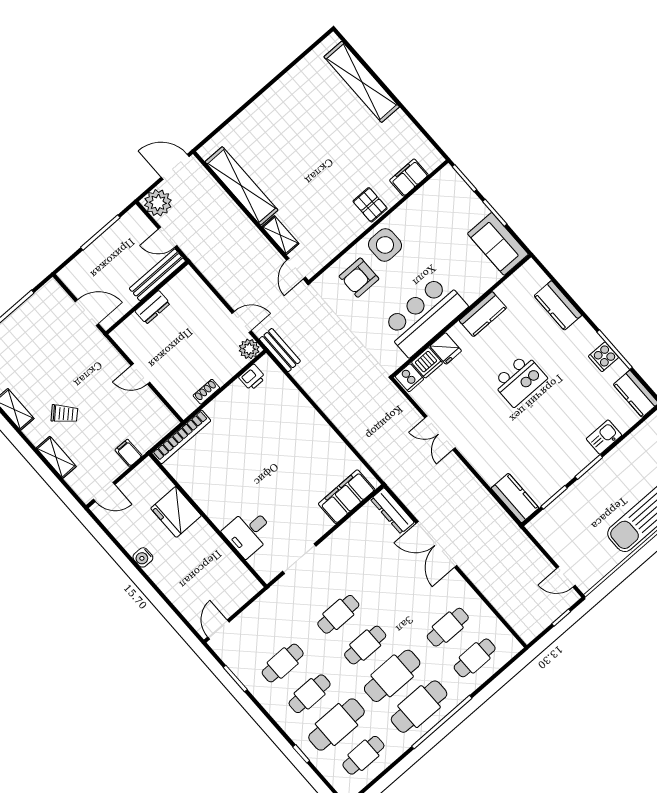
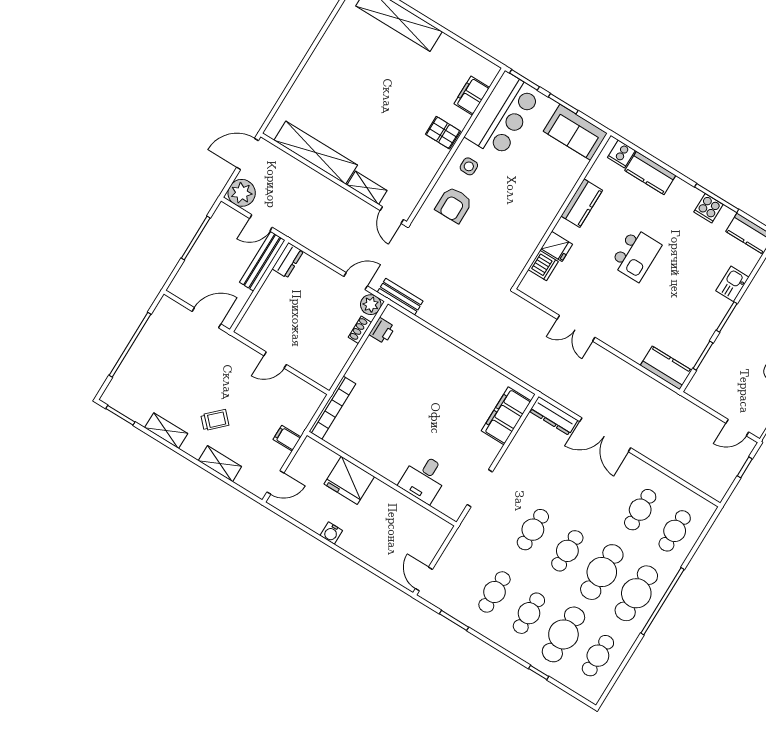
side table: (385, 245) -> (469, 166), width x0.54, depth x0.54
dresser: (153, 307) -> (288, 260), moved
bar counter: (425, 316) -> (503, 115), moved, turned 180
cooker: (409, 378) -> (621, 154), moved, turned 90
shoe rack: (206, 392) -> (360, 330), moved

